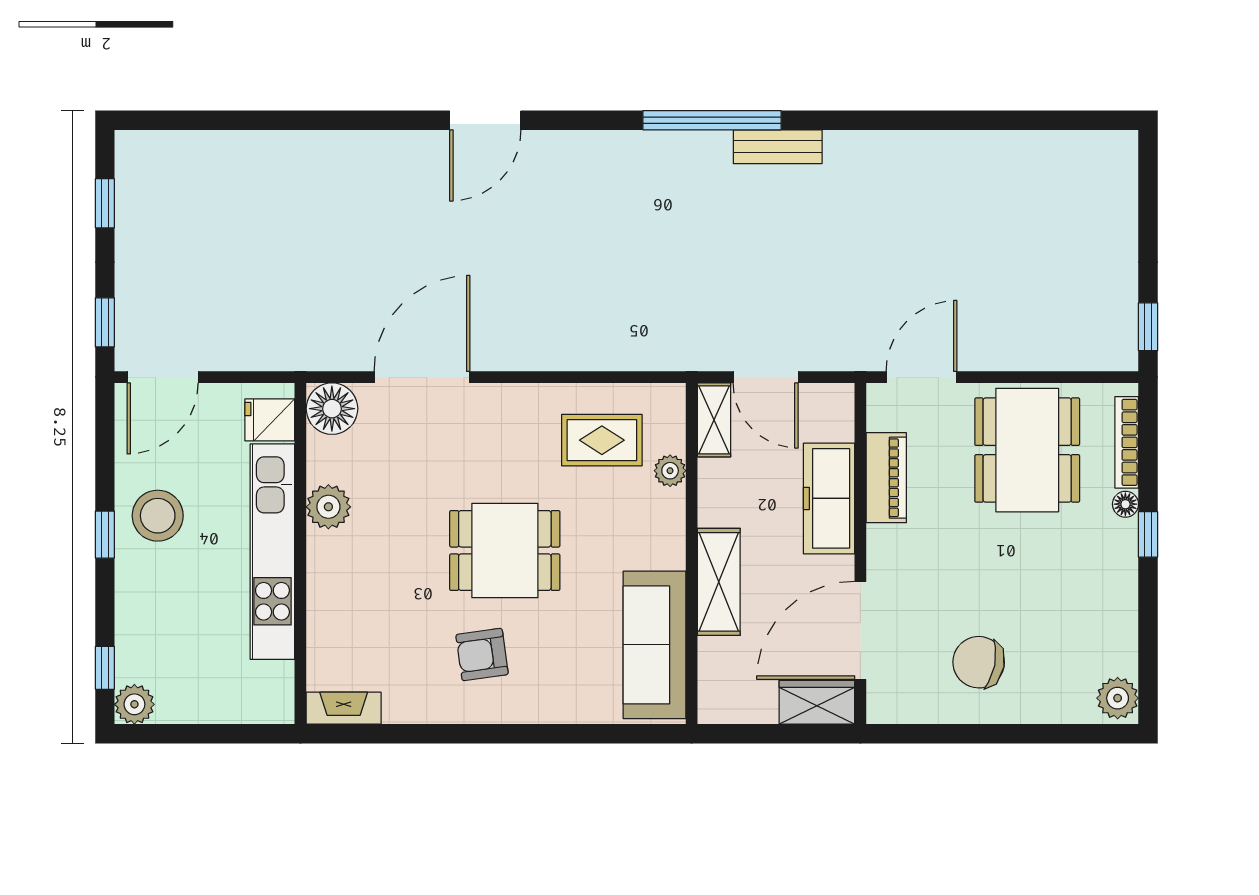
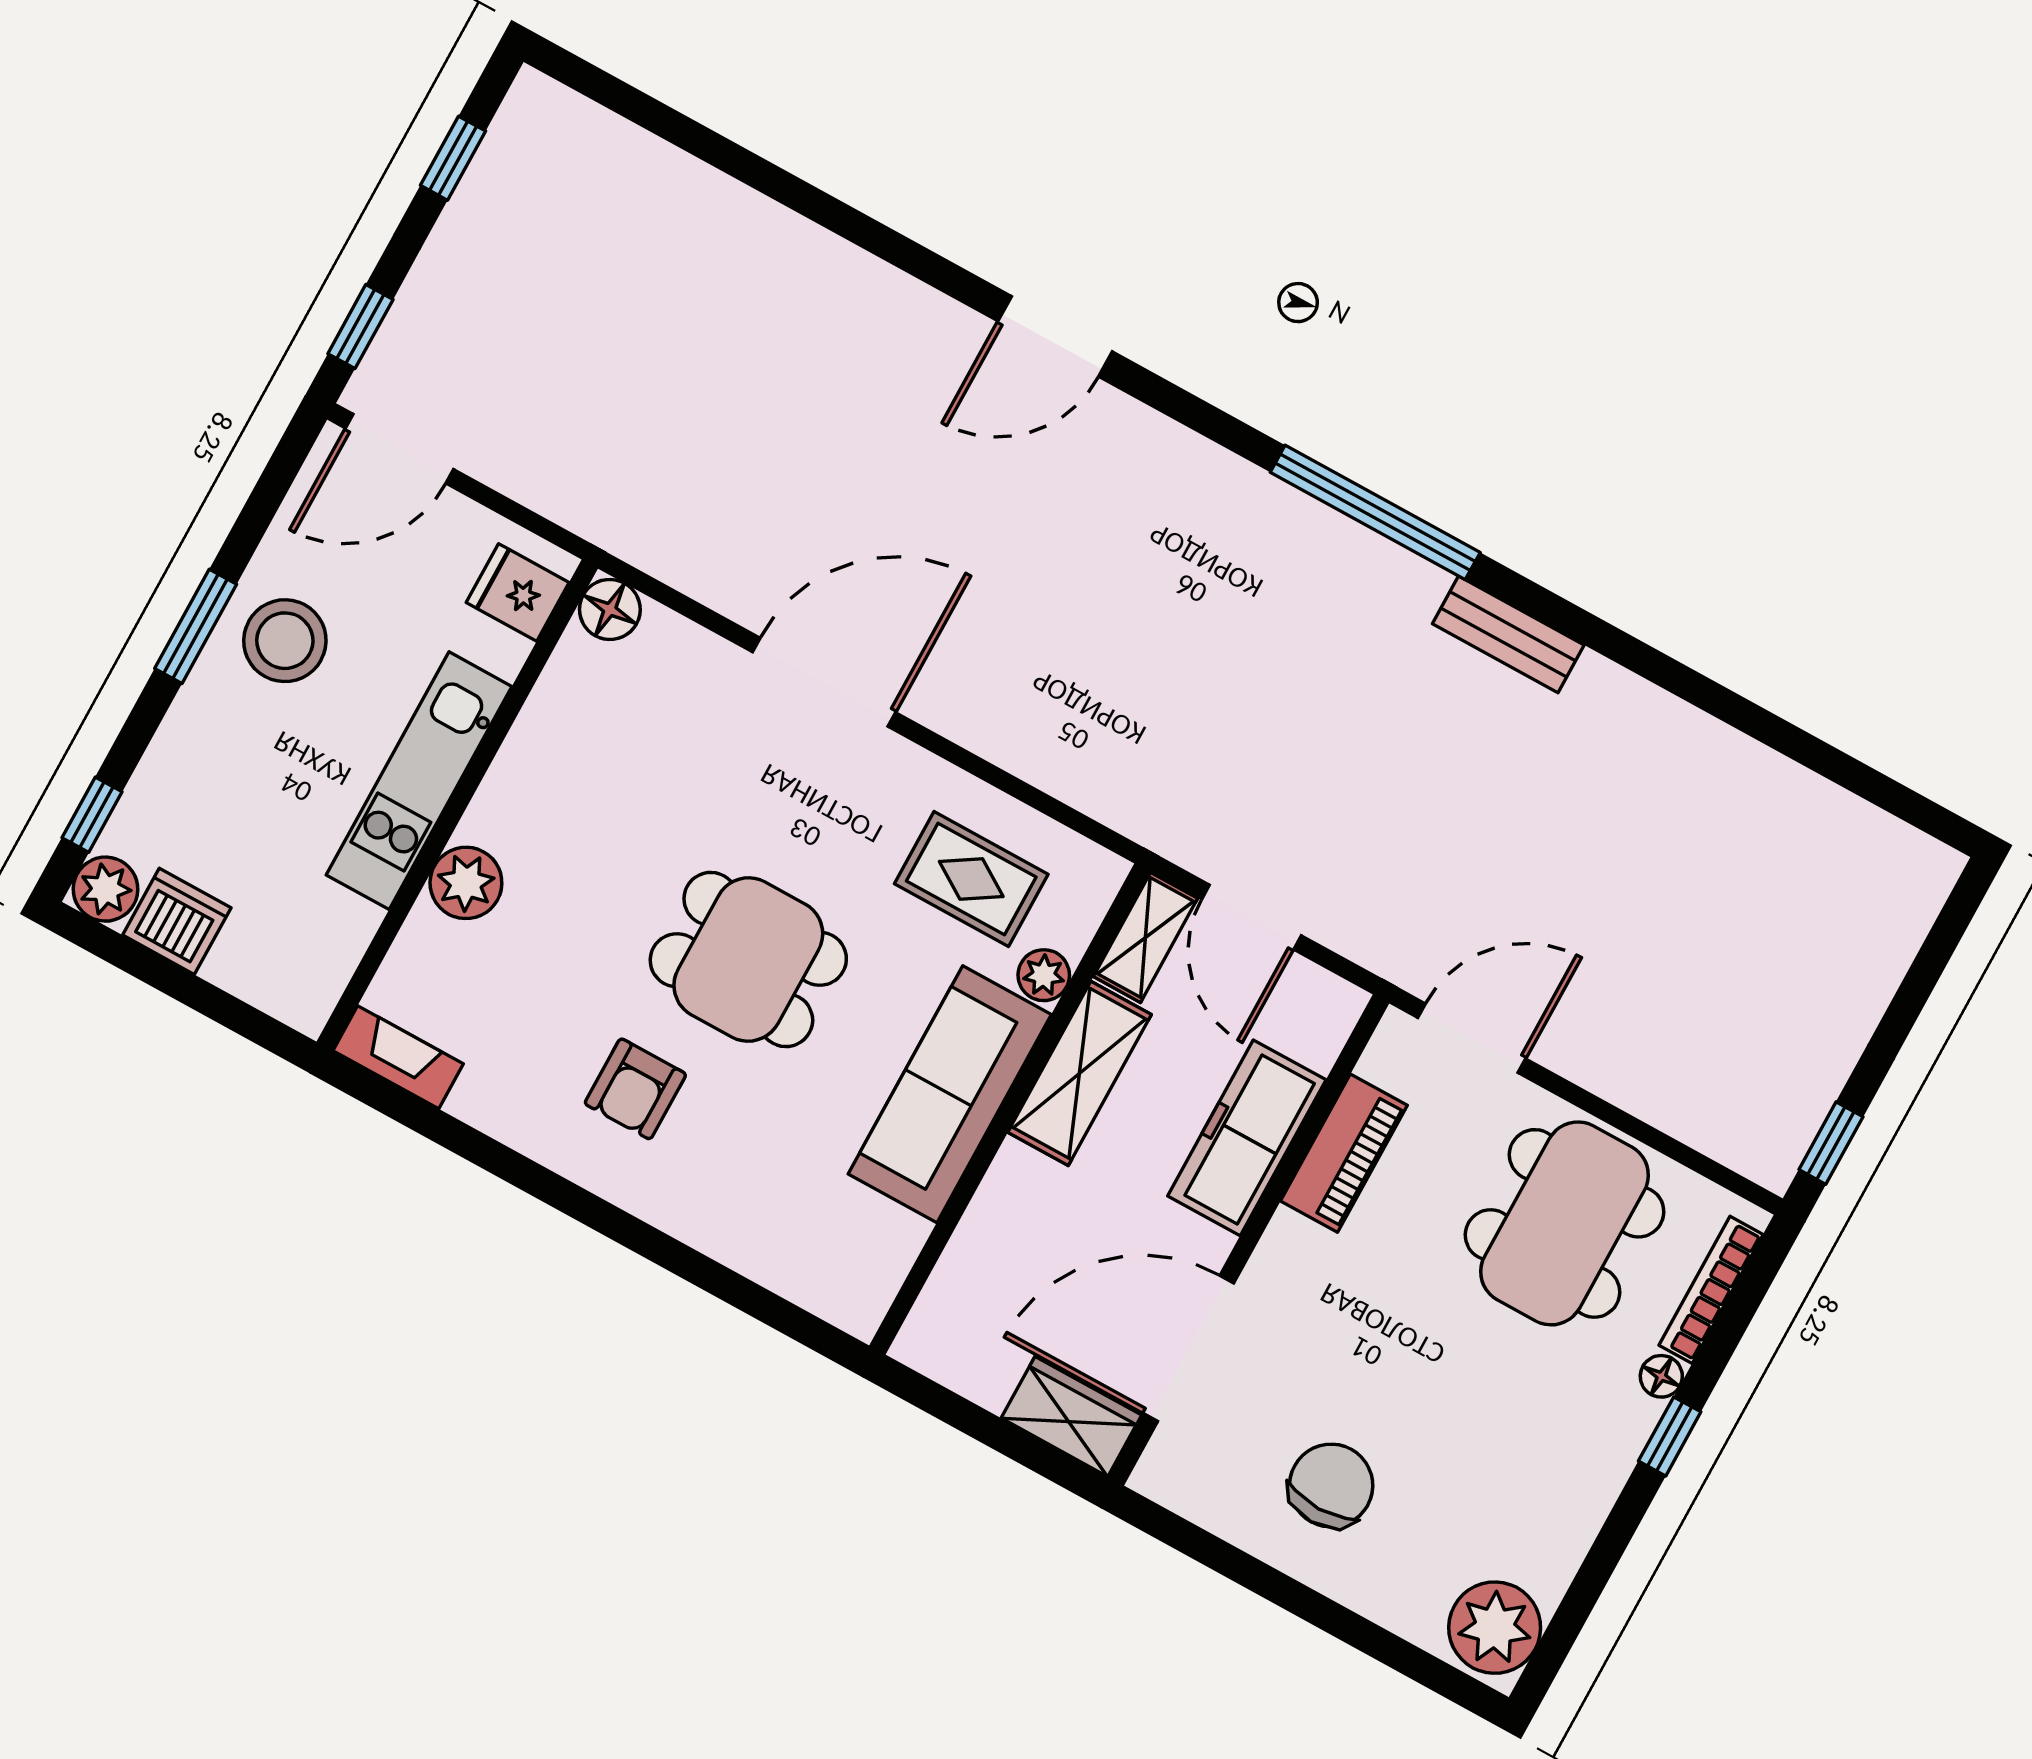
bench: (778, 147) -> (1508, 634), moved
door: (422, 377) -> (824, 682), moved
floor lamp: (332, 409) -> (610, 609), width x0.73, depth x0.73
plant: (328, 507) -> (466, 883), moved
window: (105, 535) -> (196, 626), width x1.50
kitchen unit: (272, 552) -> (419, 781), width x0.73
shelving: (719, 582) -> (1080, 1073), moved
sofa: (655, 645) -> (950, 1094), moved
armchair: (482, 655) -> (635, 1089), turned -82
chair: (979, 662) -> (1331, 1486), turned 79
plant: (1118, 698) -> (1495, 1628), width x1.36, depth x1.36
dishwasher: (183, 700) -> (177, 921), added

